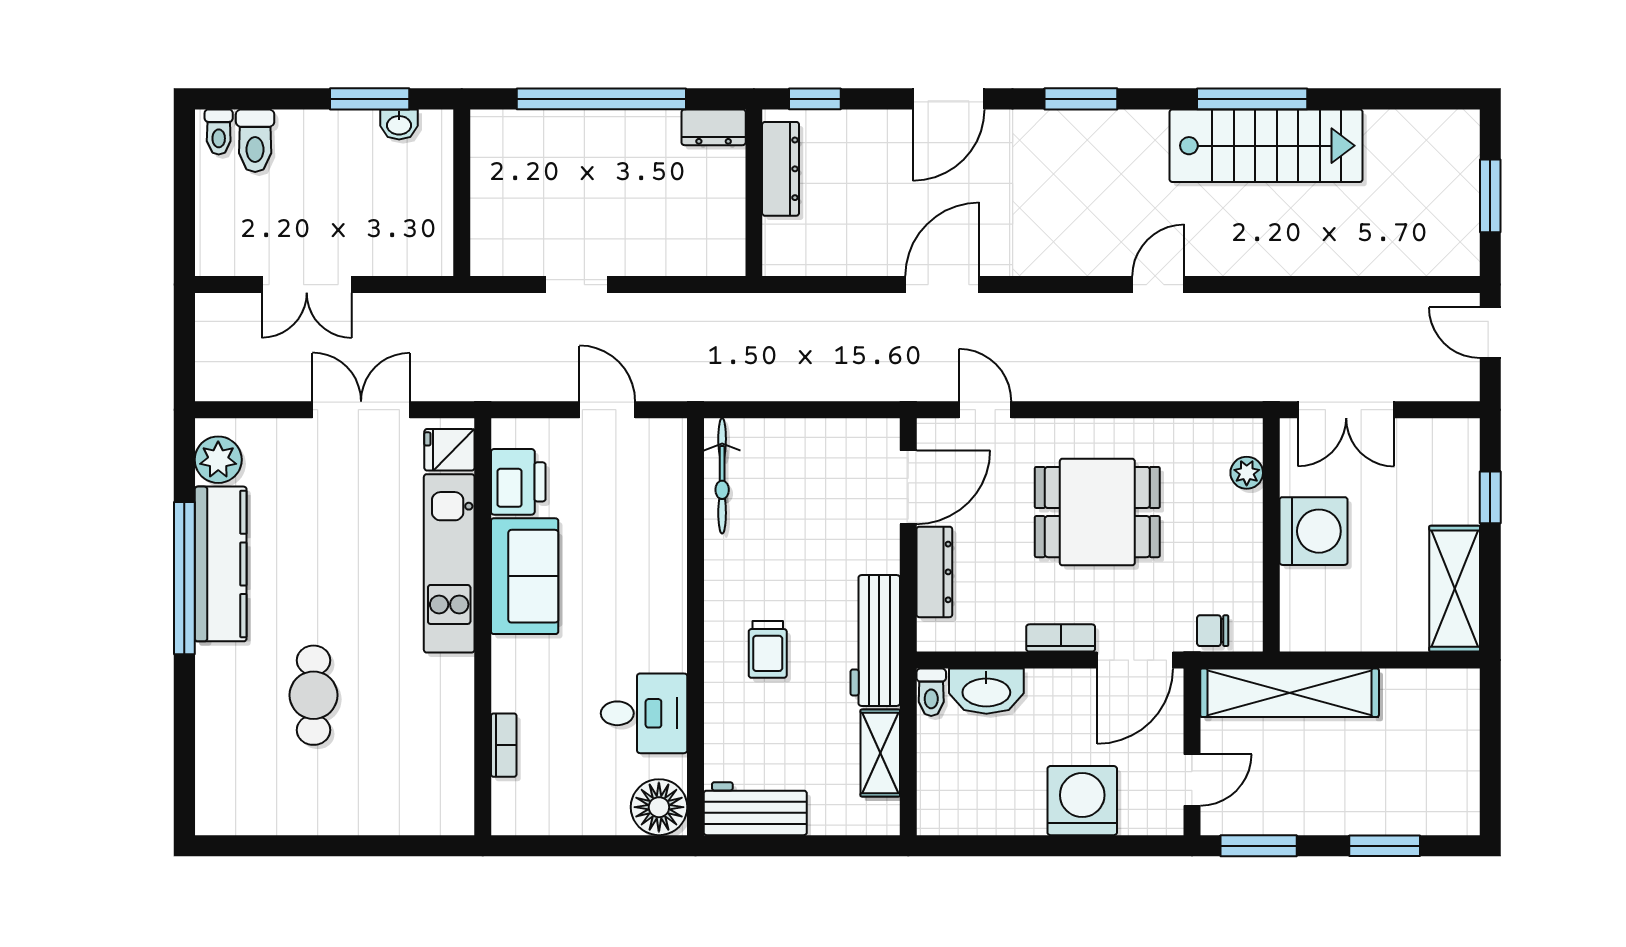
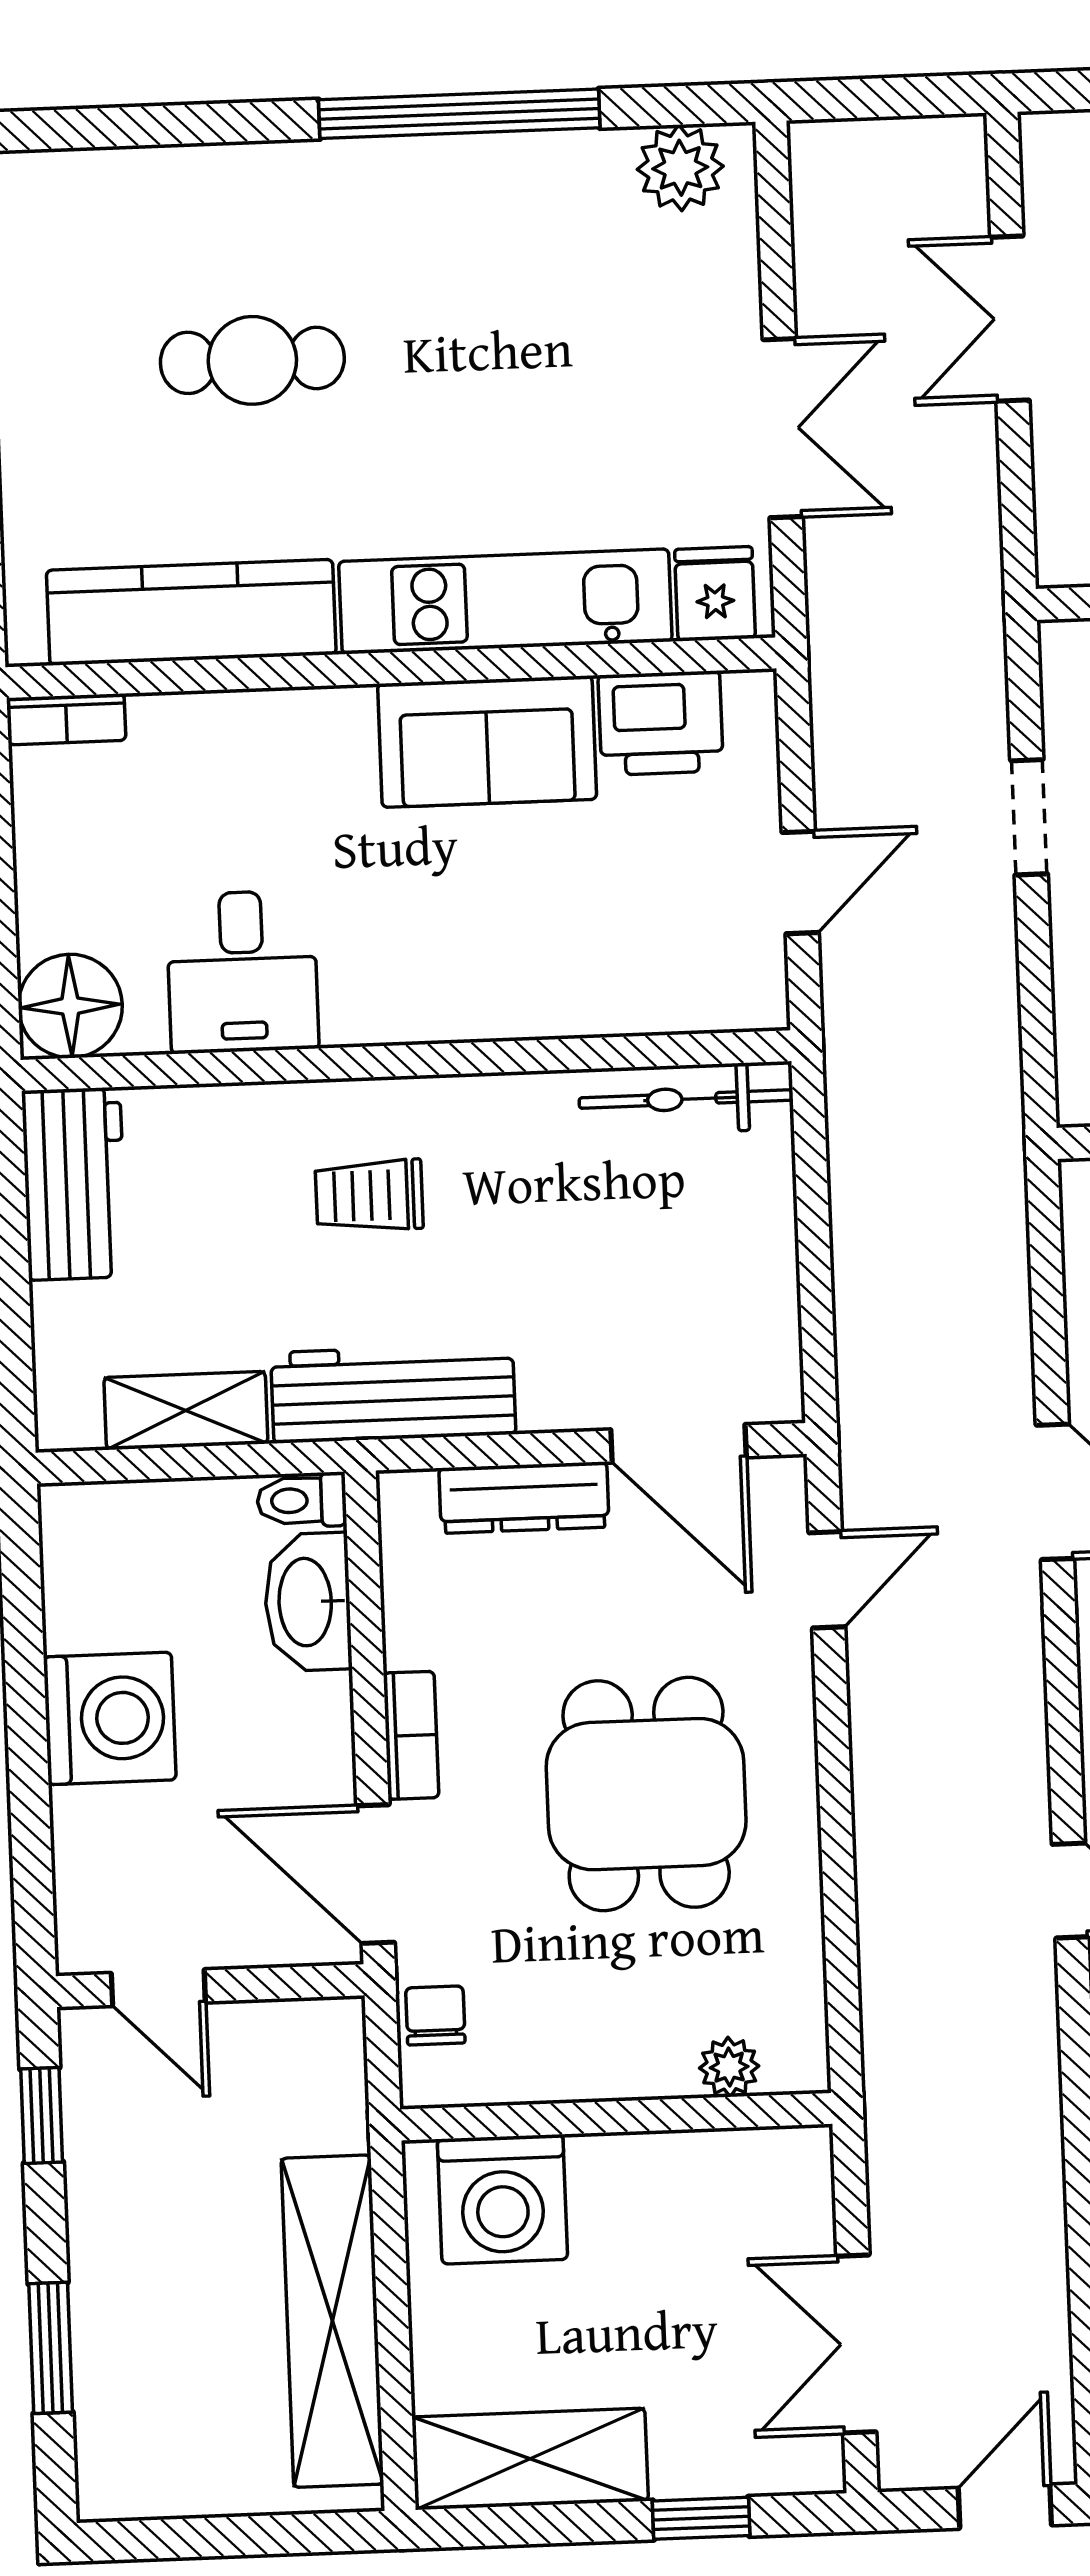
double door: (1346, 410) -> (856, 2344), moved
washing machine: (1313, 531) -> (502, 2199), moved
kitchen counter: (221, 564) -> (191, 612), moved, turned 180
shelving: (1290, 693) -> (332, 2321), moved
bookcase: (504, 745) -> (66, 719), moved
washing machine: (1082, 801) -> (110, 1718), moved
window: (1259, 846) -> (42, 2115), width x0.67

